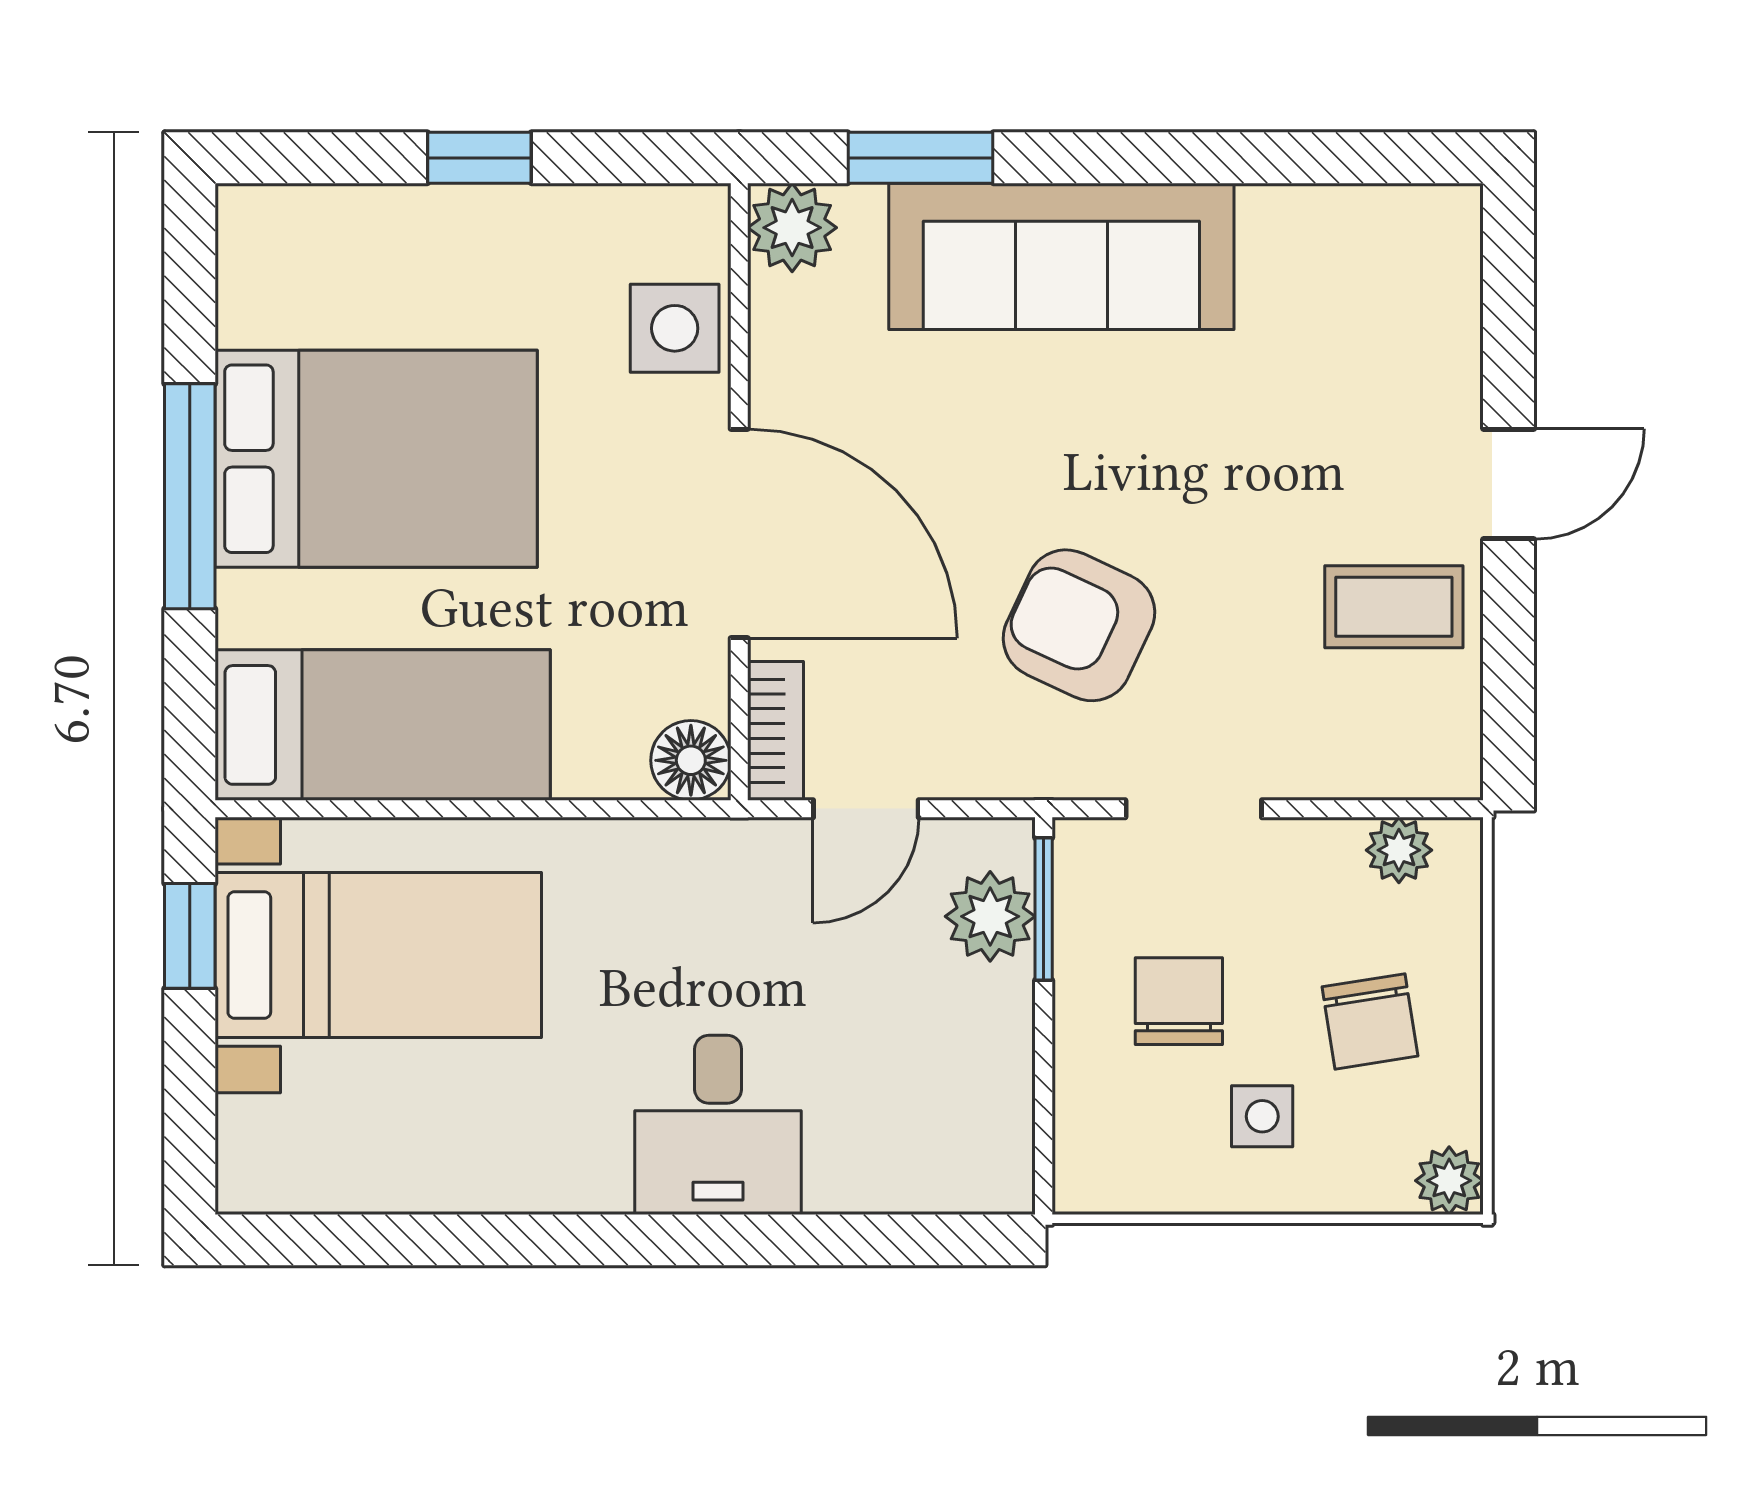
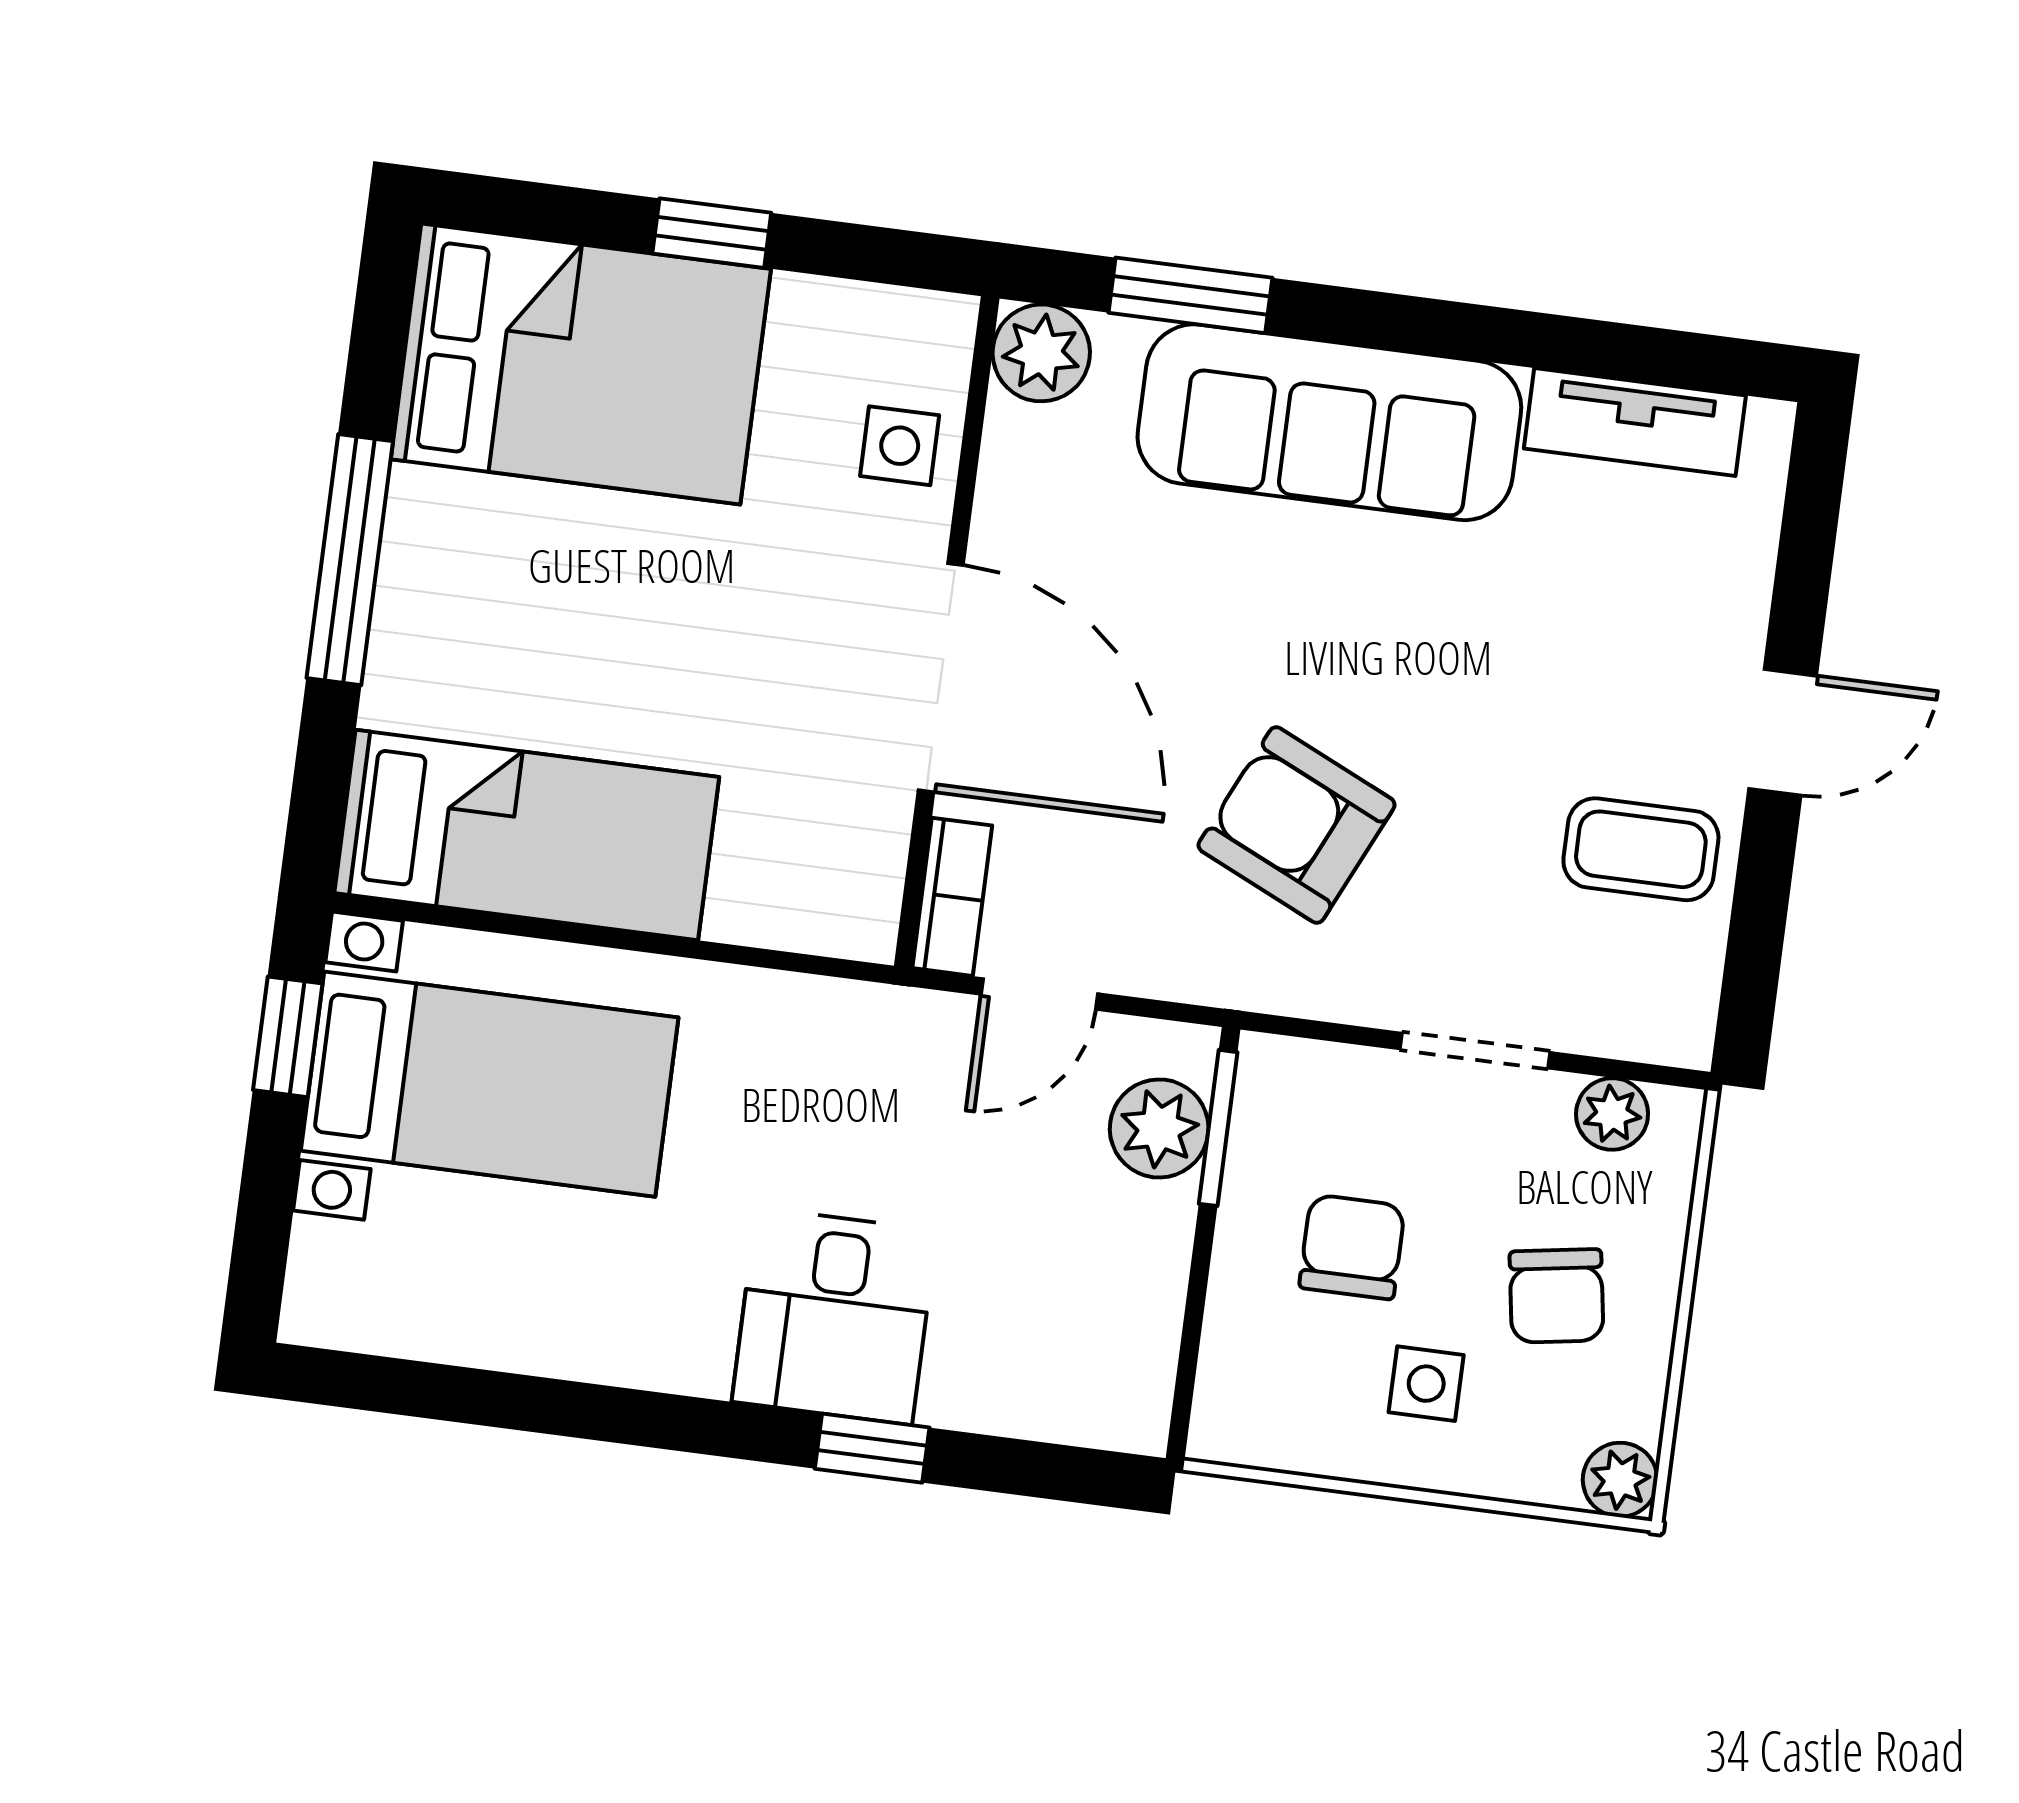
tv unit: (1338, 220) -> (1635, 422), added
side table: (675, 328) -> (900, 446), width x0.73, depth x0.73
bed: (376, 459) -> (581, 364), moved
floor lamp: (691, 760) -> (856, 917), removed
doorway: (1194, 809) -> (1475, 1051), moved
window: (768, 1240) -> (872, 1448), added

